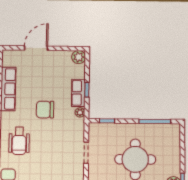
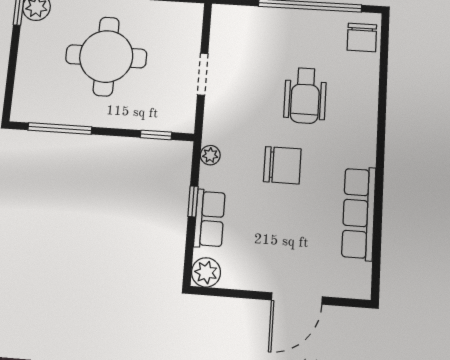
row of seats: (78, 93) -> (209, 219), moved
wheelchair: (19, 141) -> (305, 96), moved, turned 180

